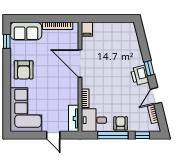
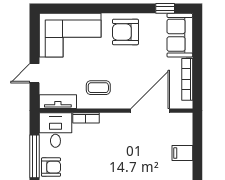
filing cabinet: (87, 29) -> (182, 153), moved
door: (80, 64) -> (150, 111), moved
coffee table: (64, 89) -> (98, 88), added

